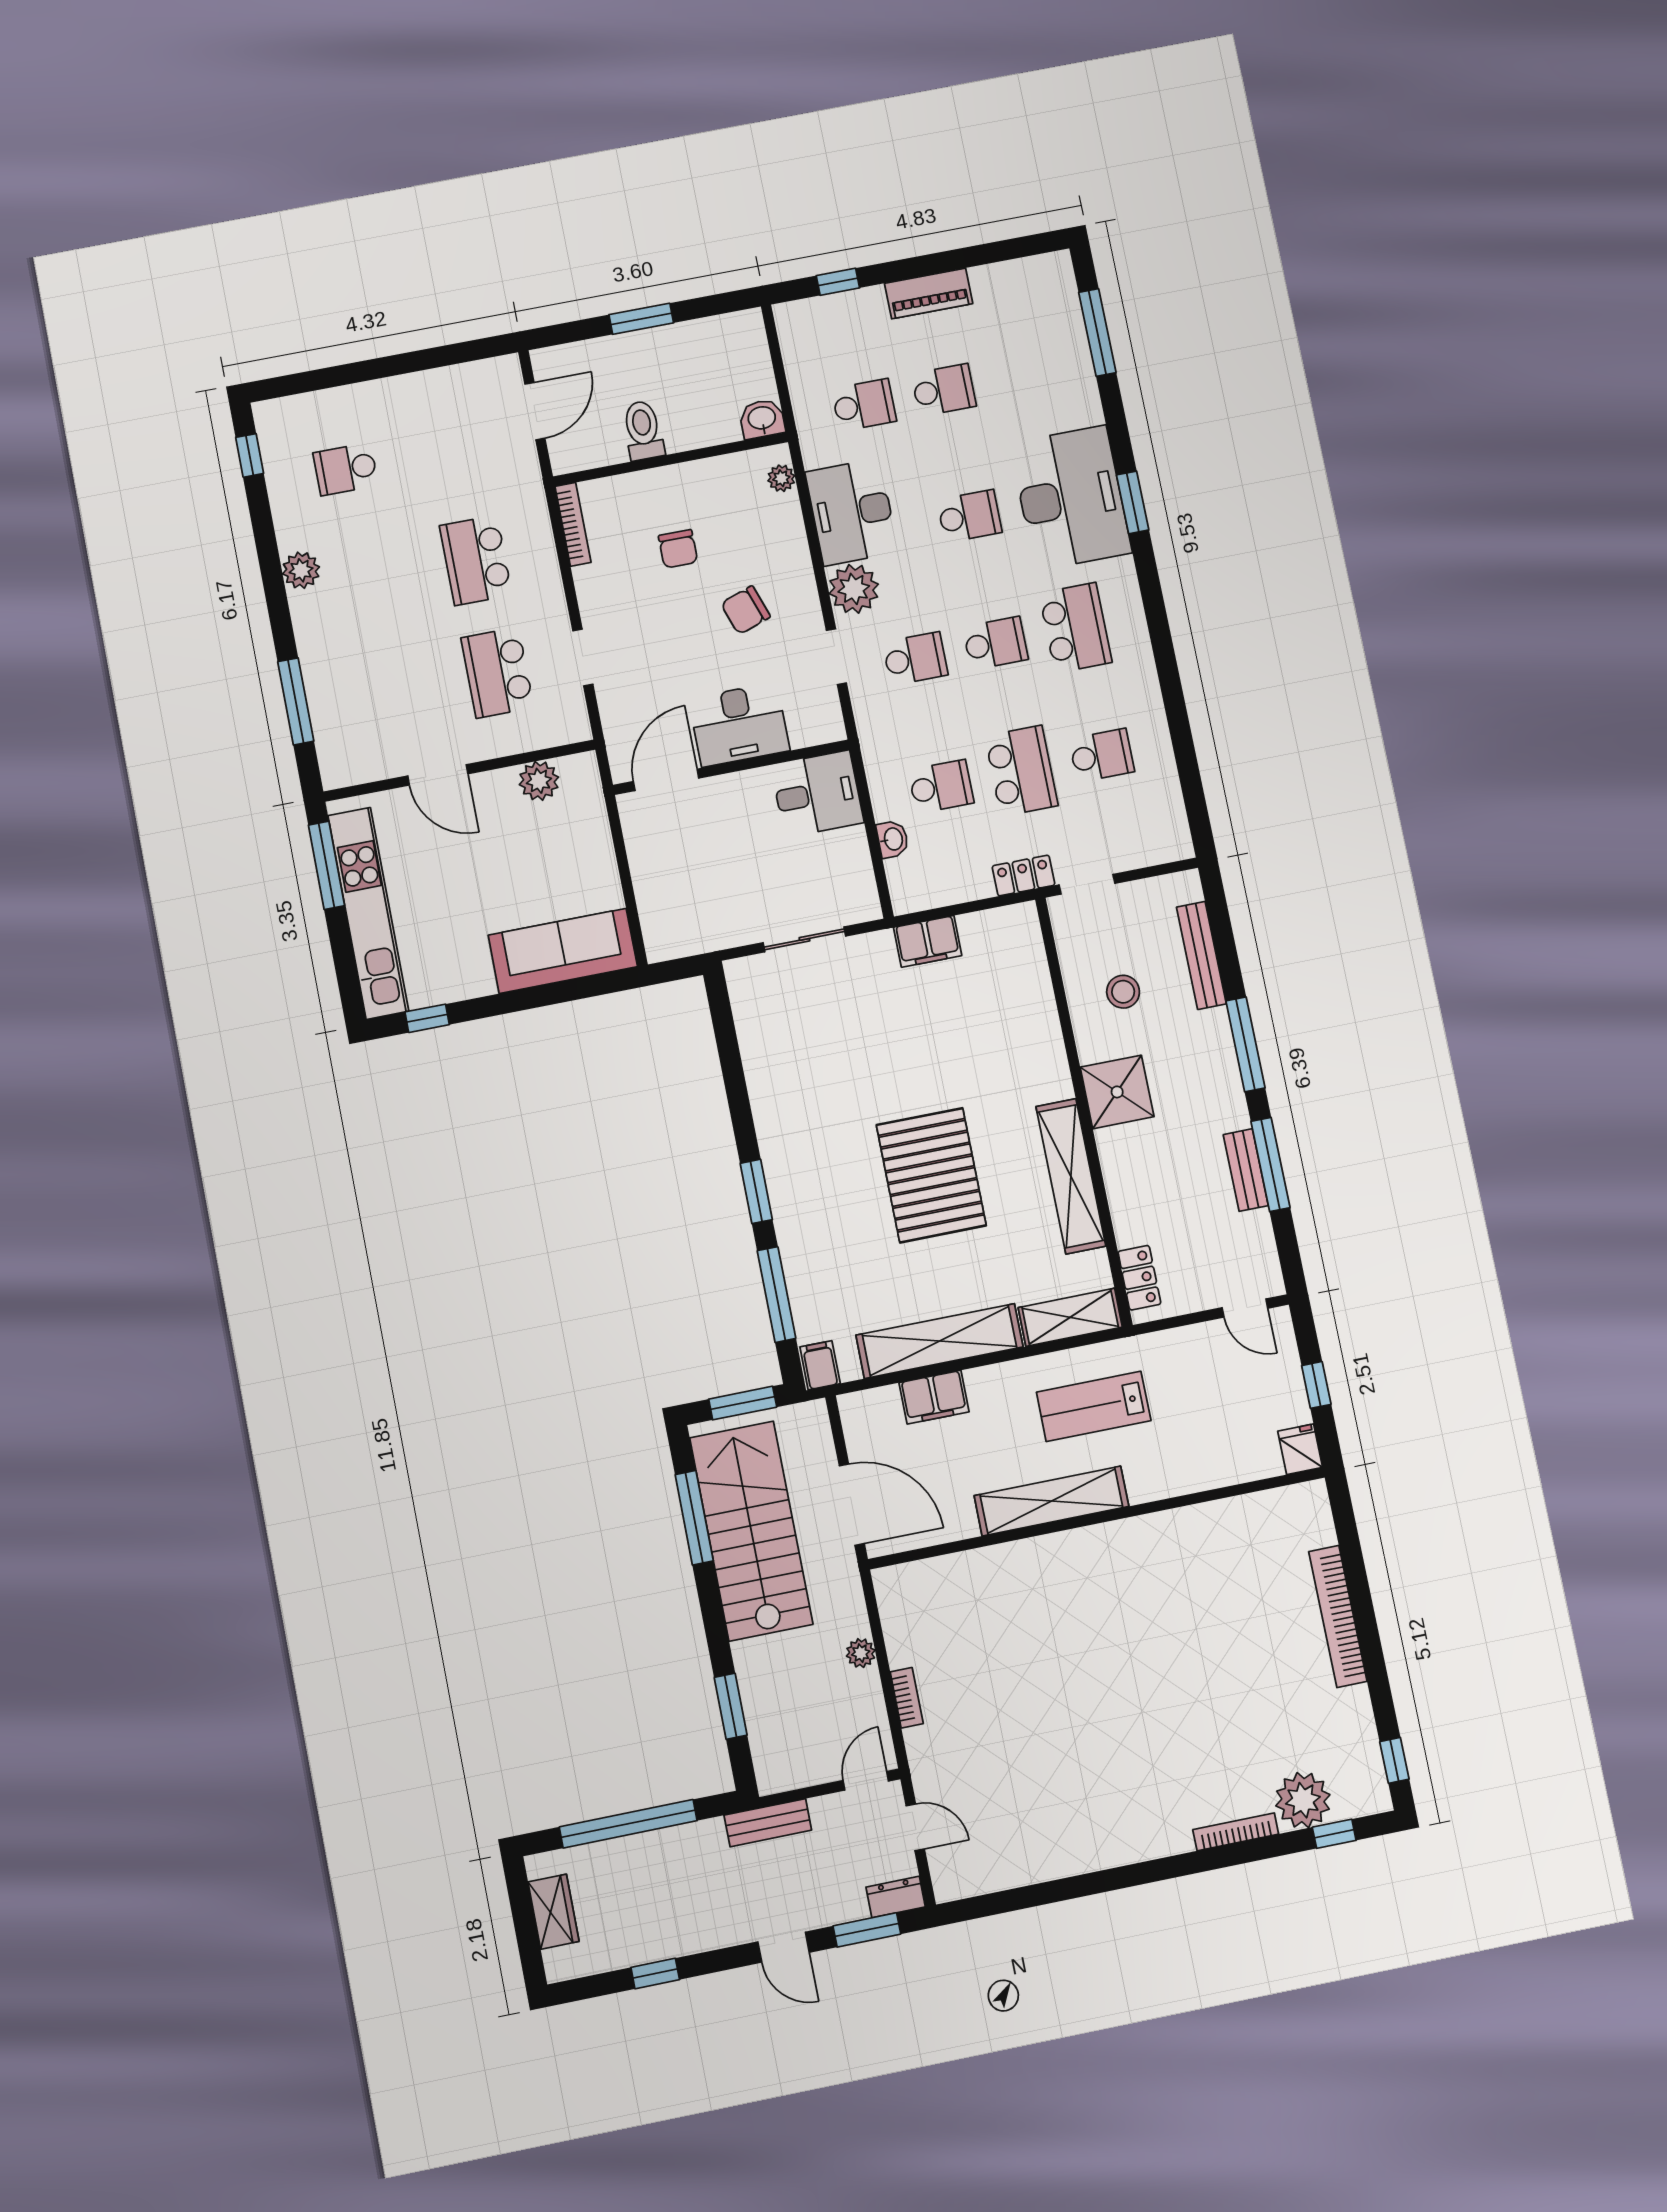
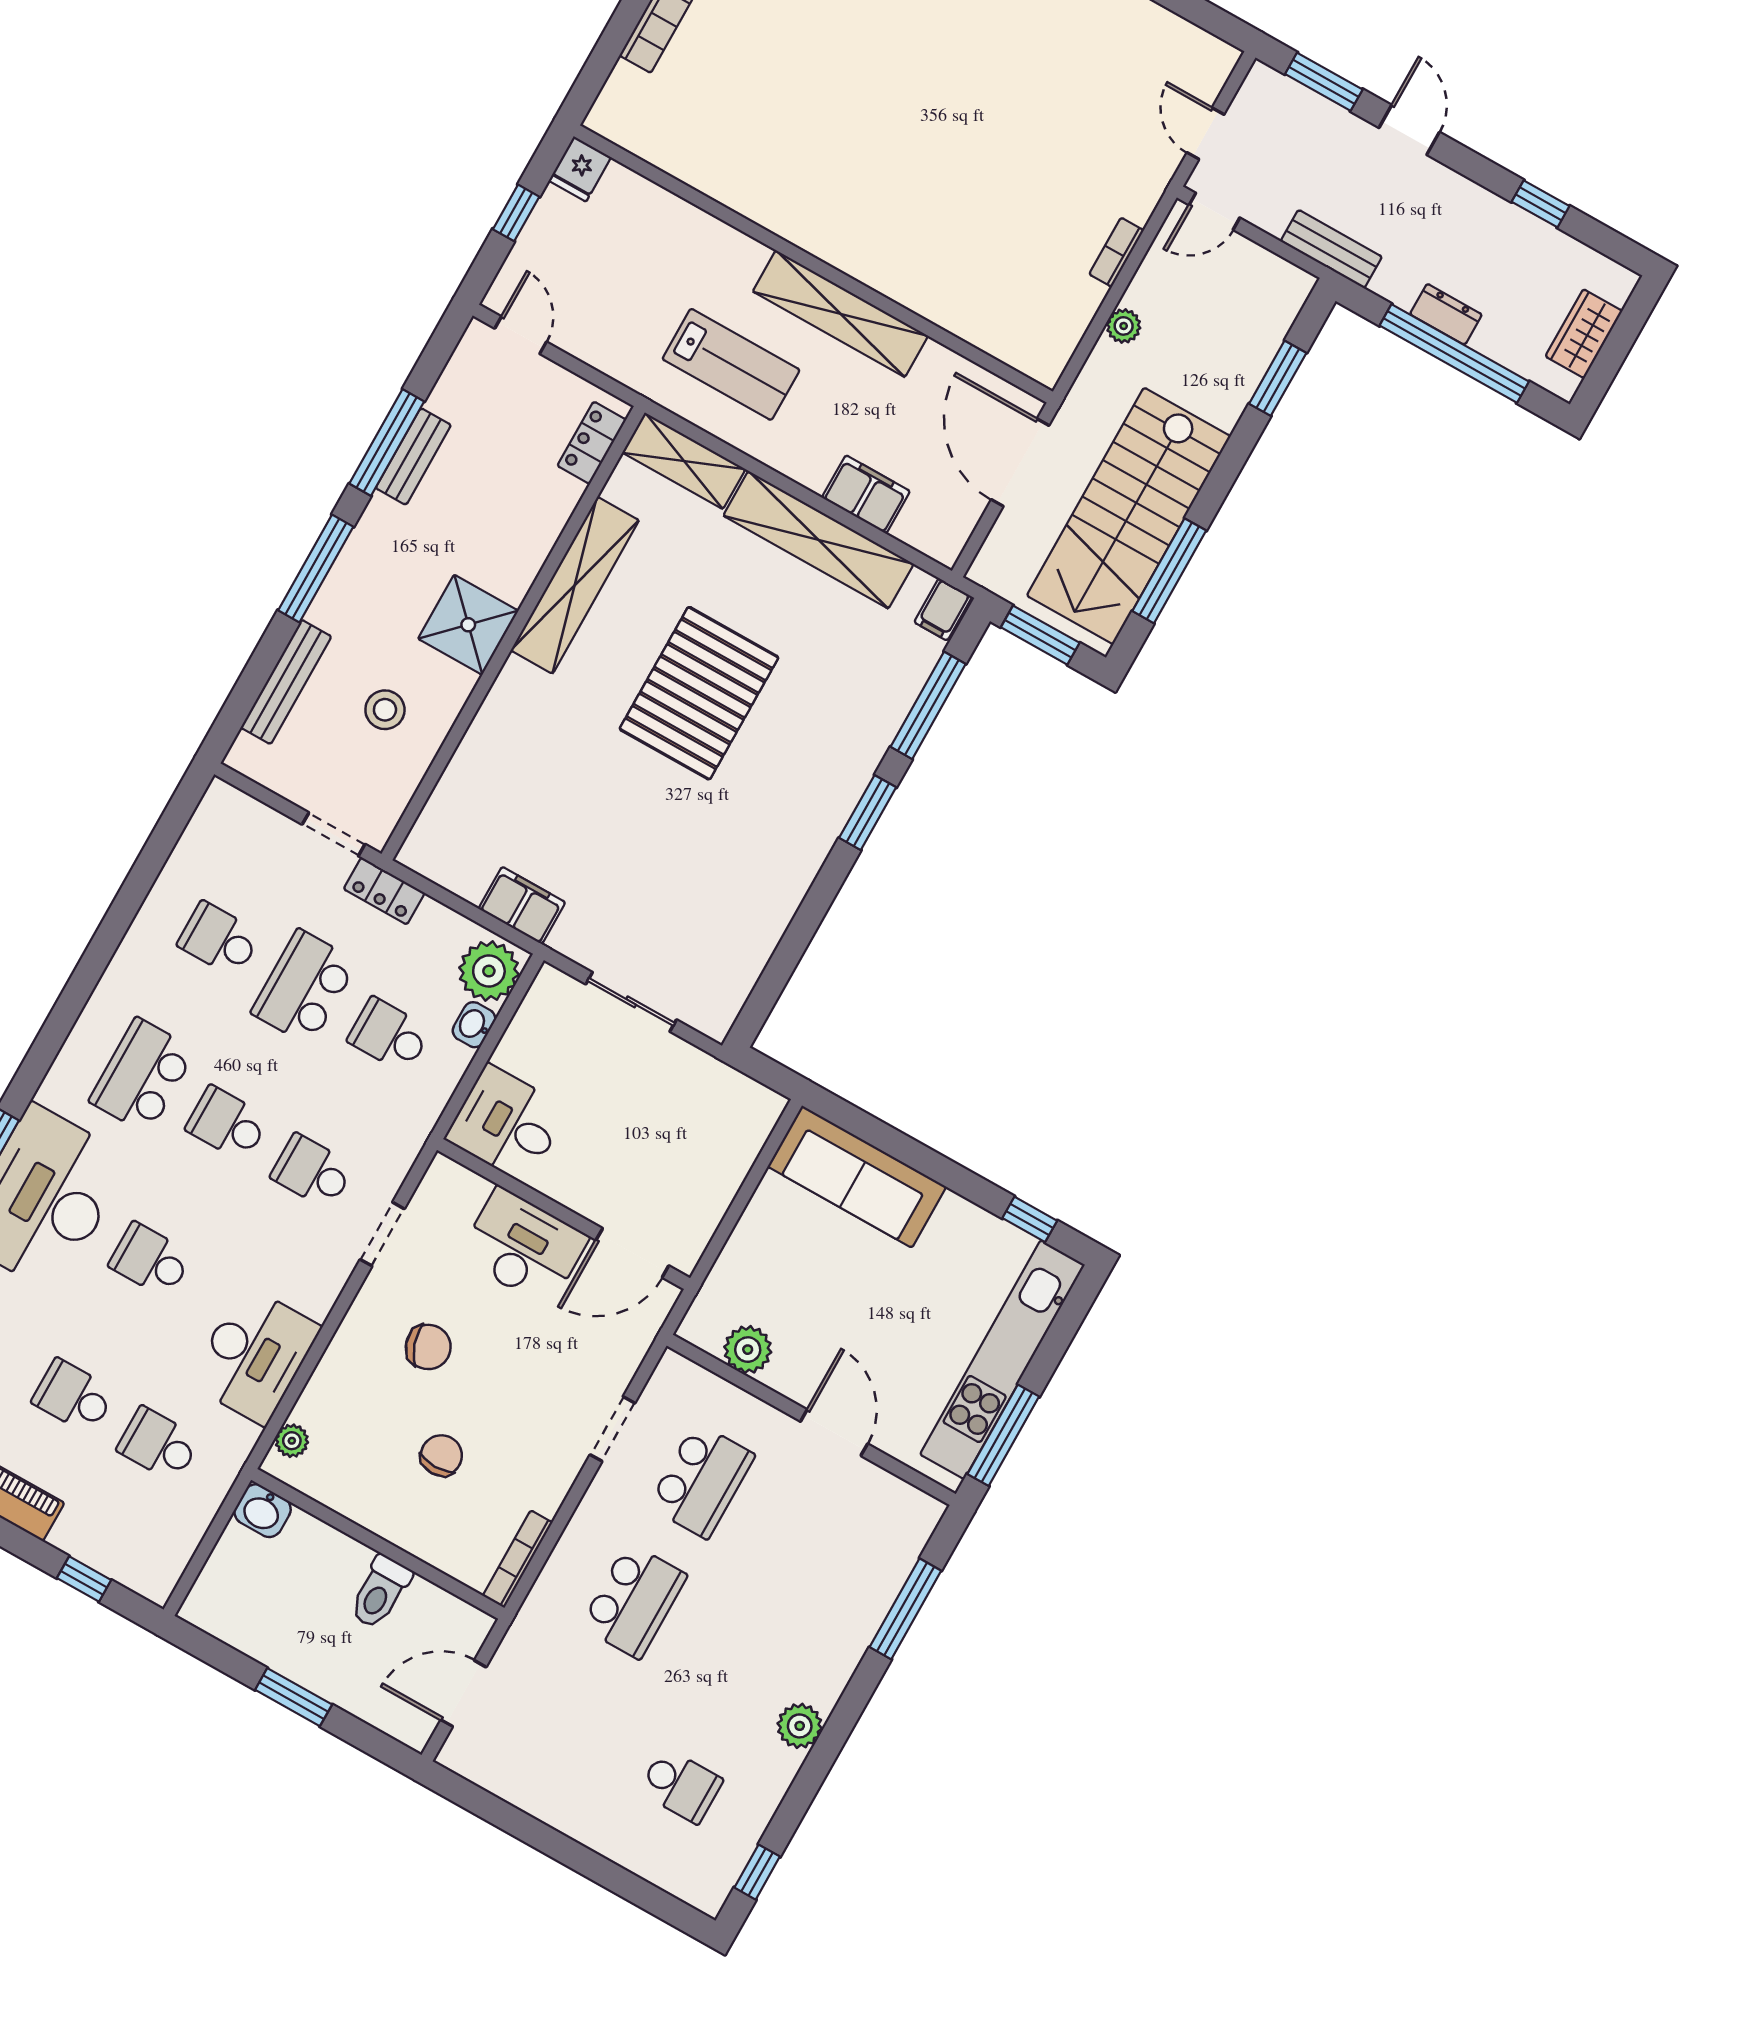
plant: (854, 589) -> (489, 971), moved
dresser: (896, 1897) -> (1446, 314), moved, turned 180

